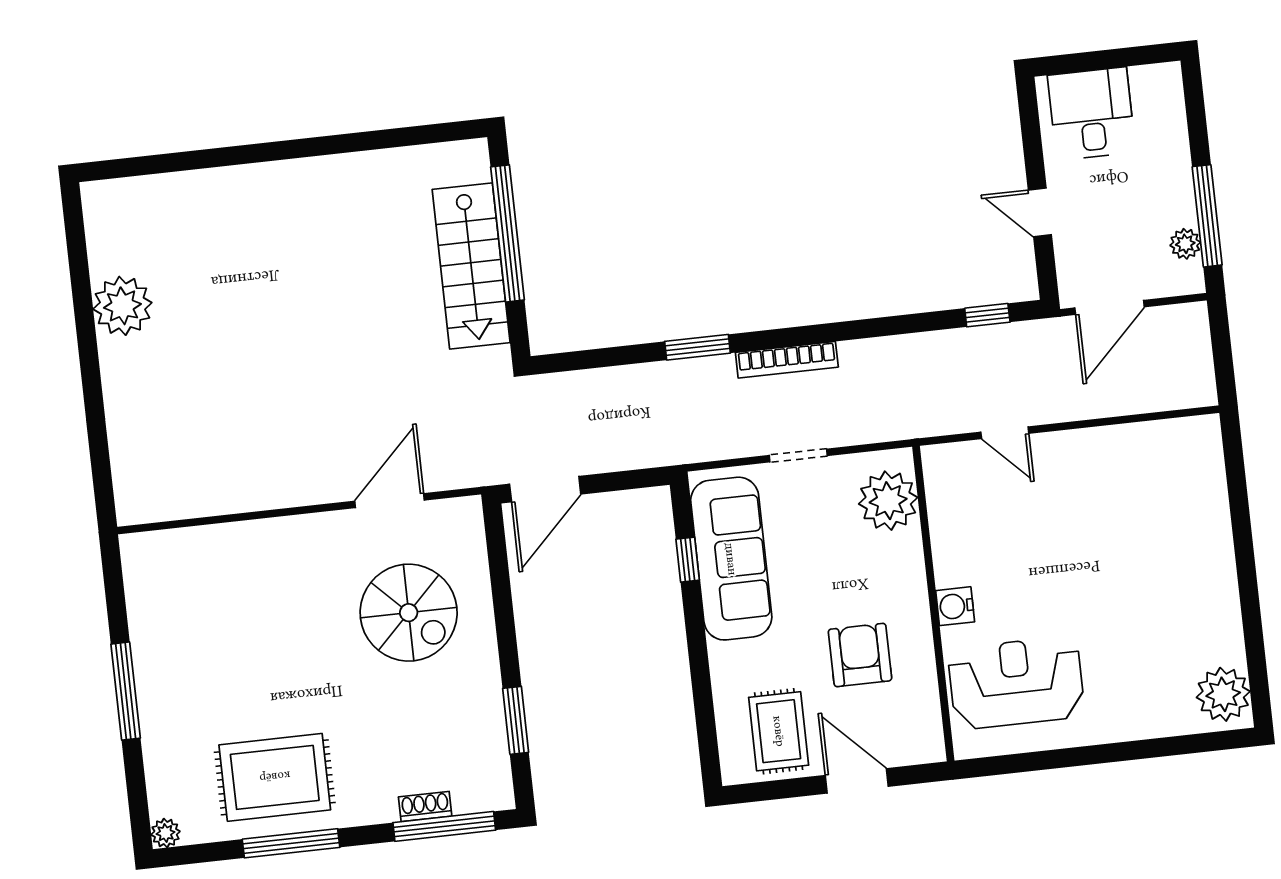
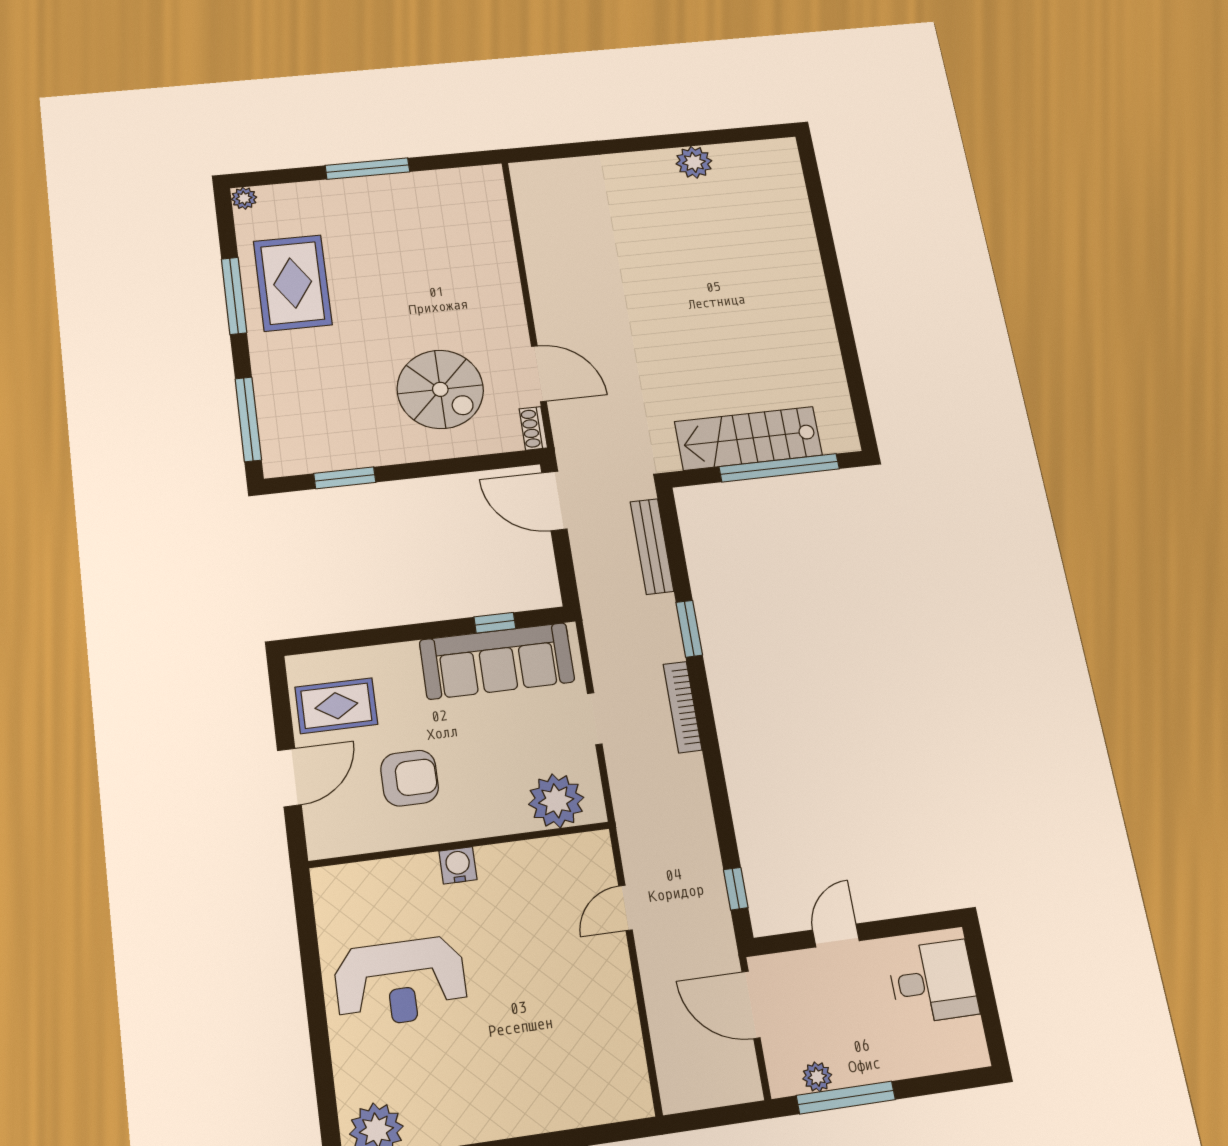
plant: (122, 306) -> (694, 162), width x0.73, depth x0.73
bench: (601, 383) -> (652, 546), added
spiral stairs: (409, 613) -> (440, 389), turned -90
reception desk: (1016, 683) -> (401, 982), moved, turned 90
shoe rack: (425, 807) -> (533, 428), moved, turned 180

